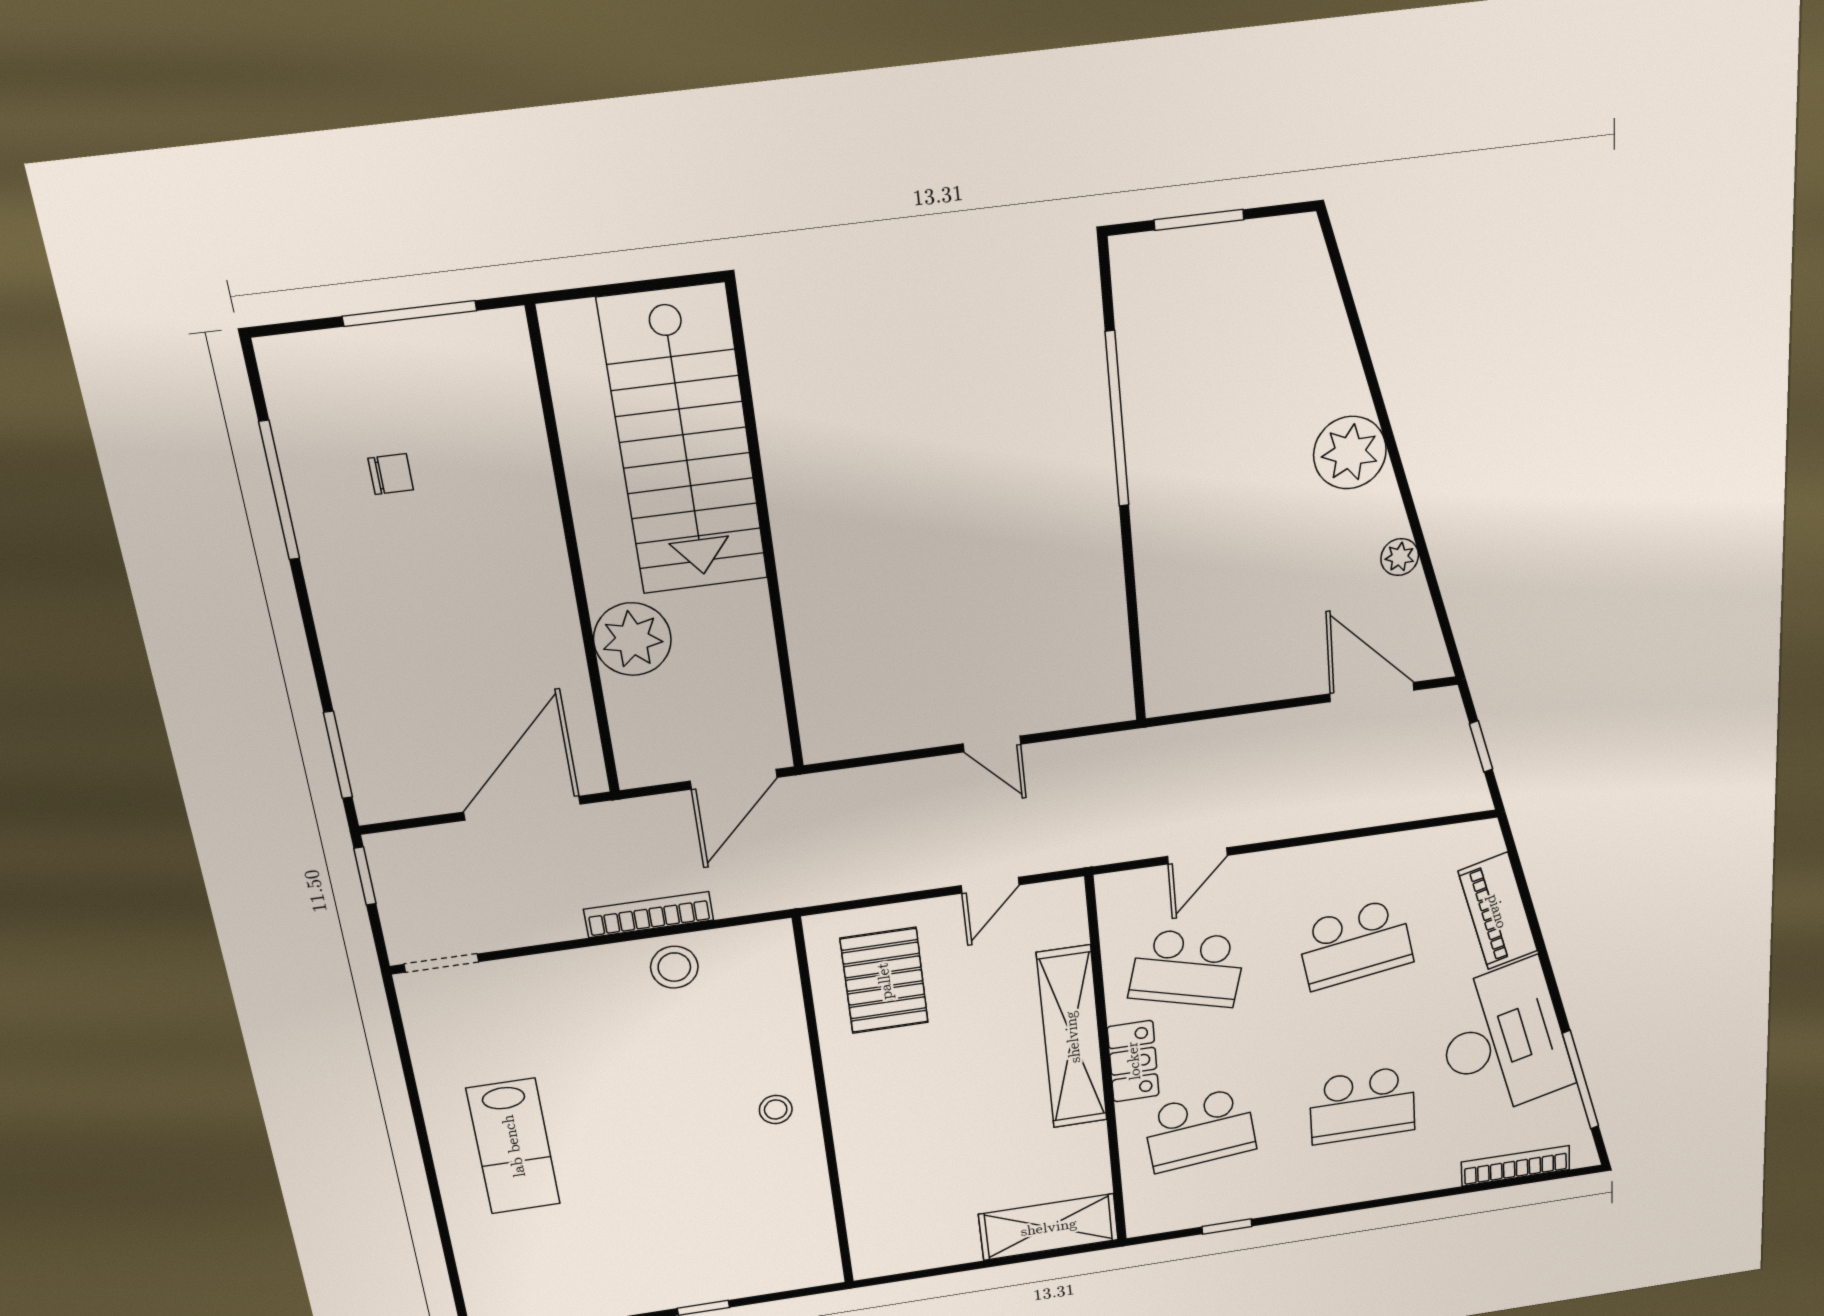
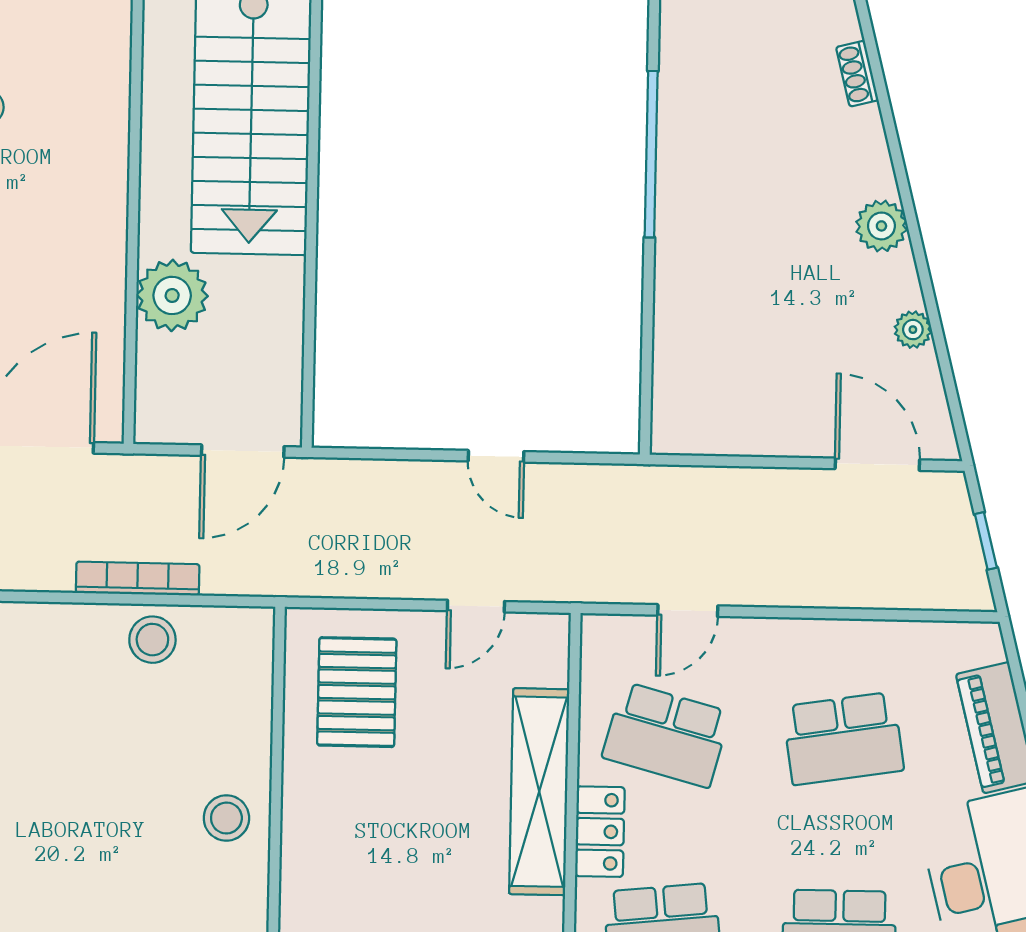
shoe rack: (1327, 302) -> (857, 74), added
plant: (1350, 453) -> (881, 226), width x0.73, depth x0.73
stool: (776, 1109) -> (226, 818), width x1.37, depth x1.37

